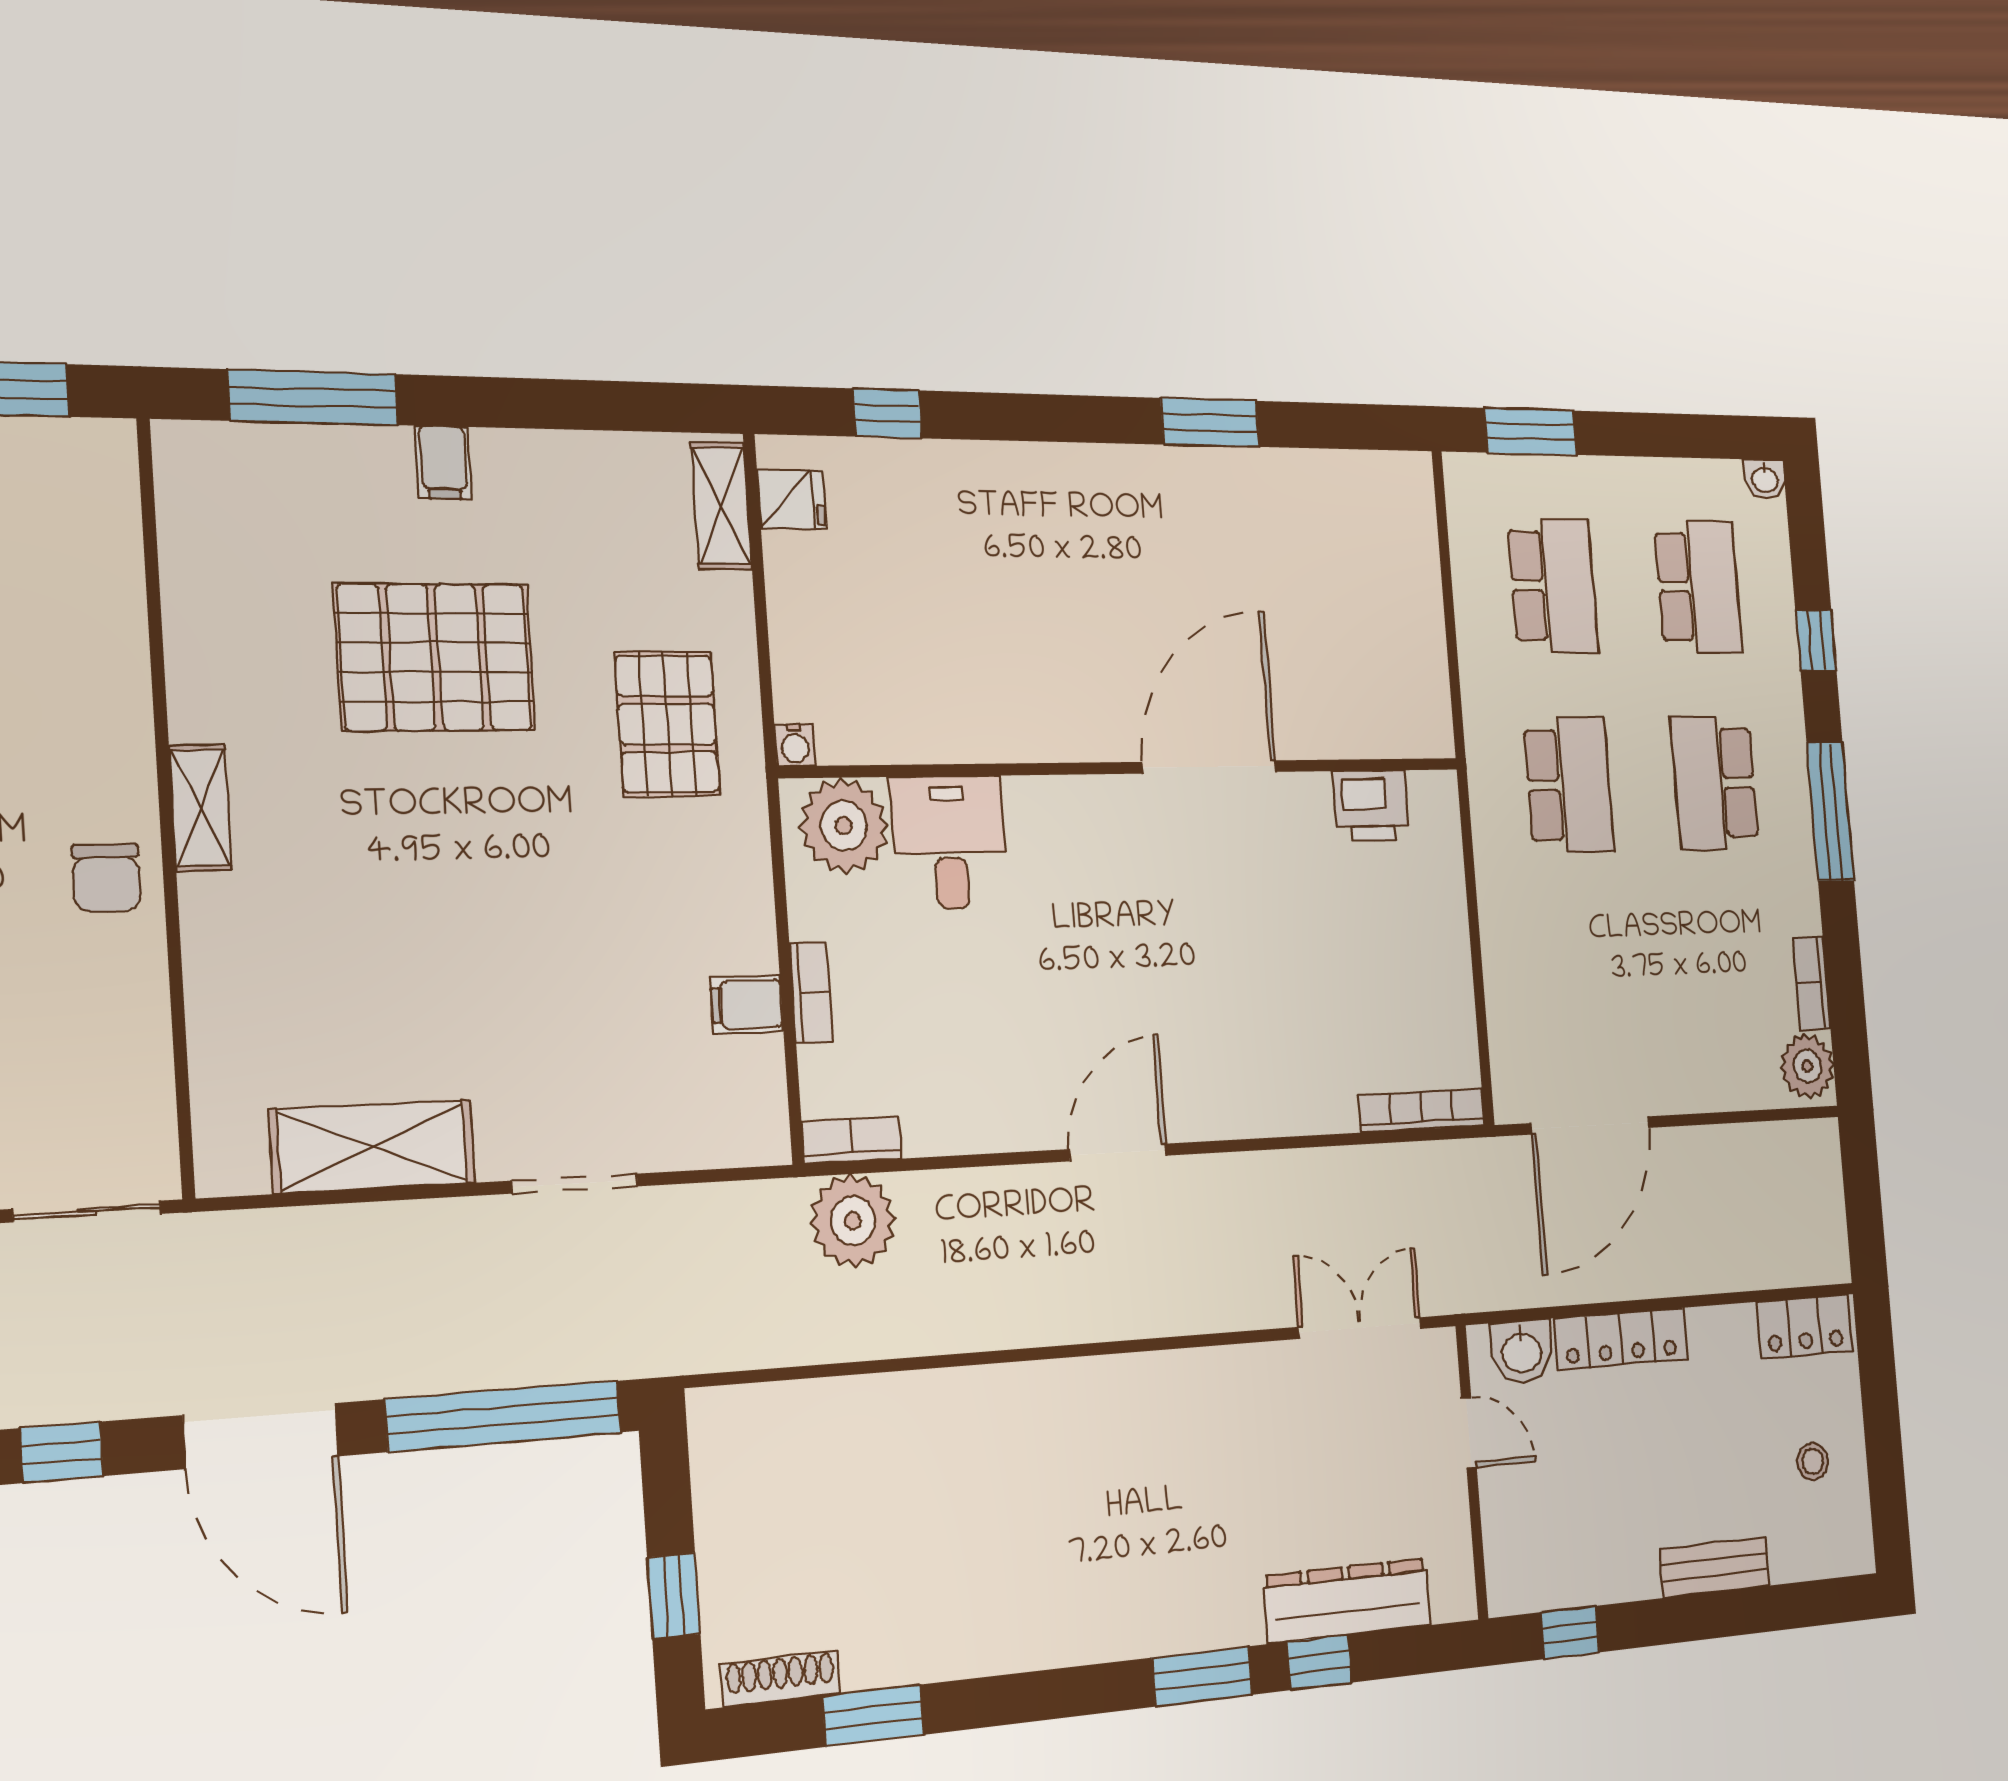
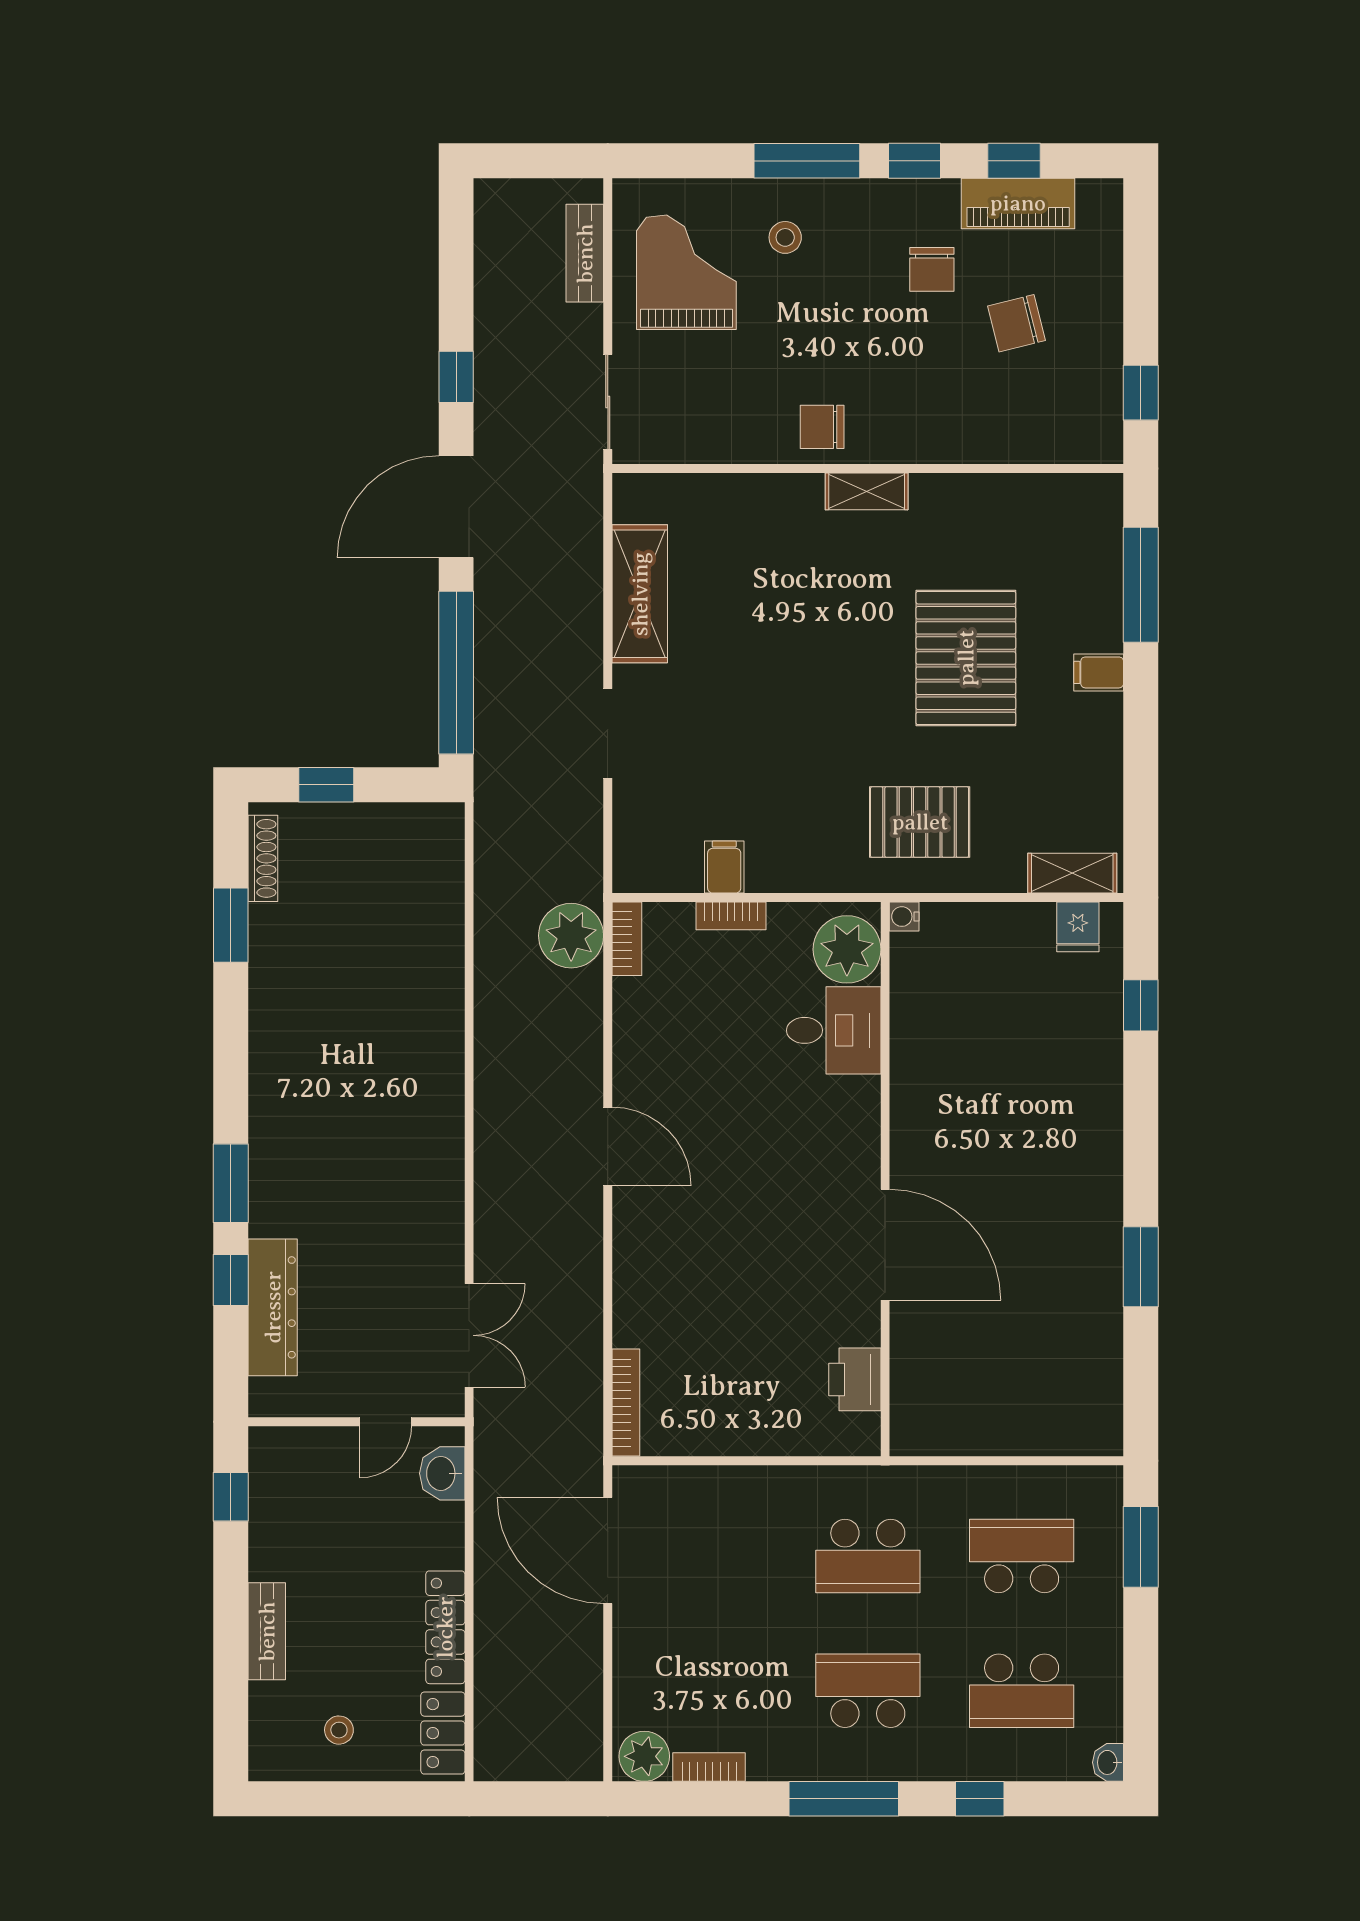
school desk: (1553, 586) -> (1022, 1556), turned 180
locker: (1621, 1339) -> (445, 1627), moved

